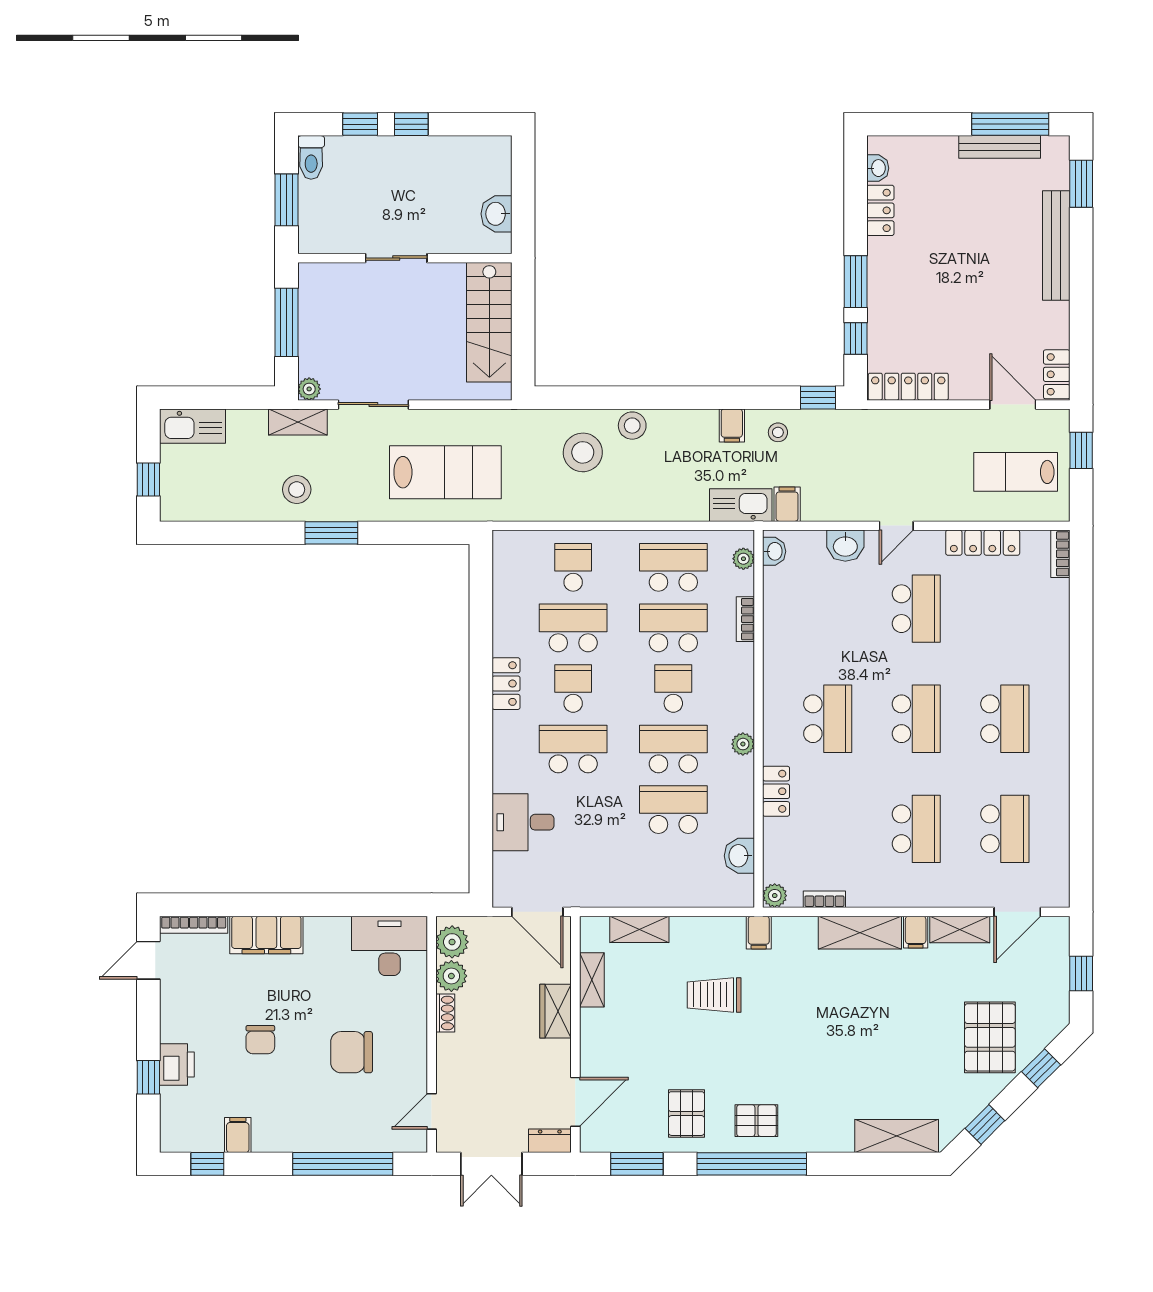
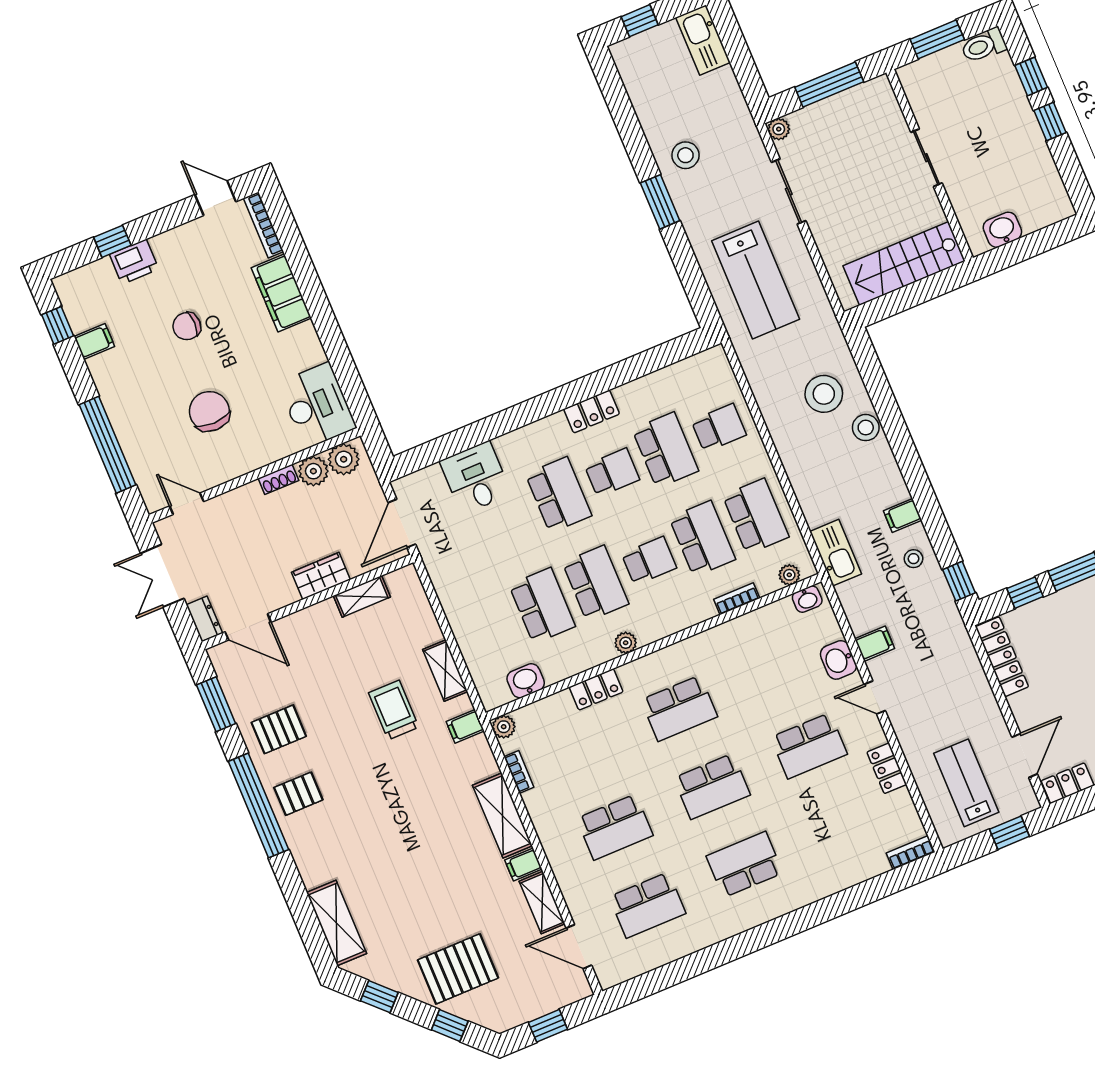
shelving: (298, 422) -> (746, 131), removed
filing cabinet: (787, 504) -> (875, 644), moved
locker: (983, 543) -> (887, 768), width x0.66
school desk: (1005, 719) -> (745, 864), turned 180
shelving: (639, 929) -> (445, 671), moved
pallet: (756, 1121) -> (298, 794), turned 90

